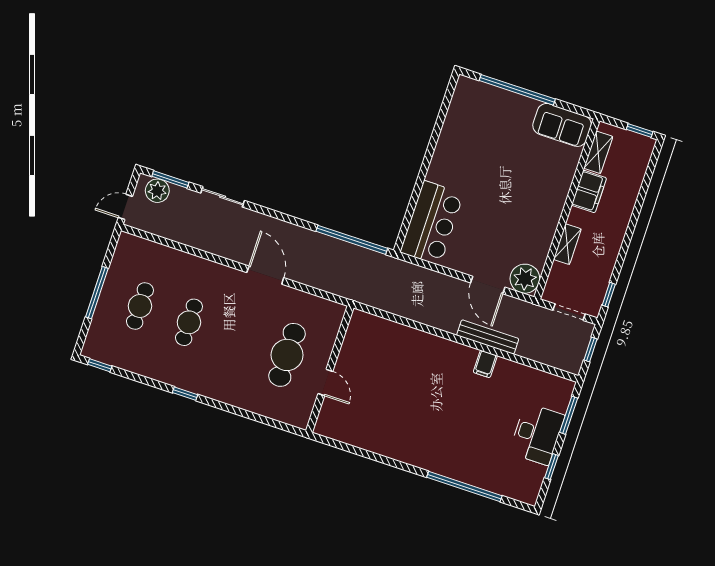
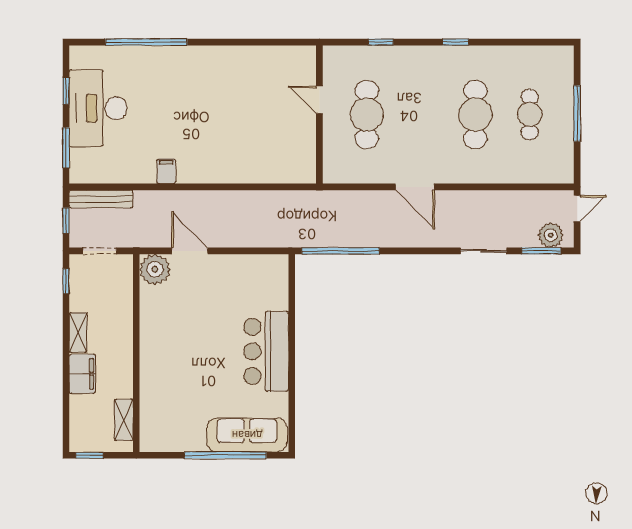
sofa: (562, 125) -> (247, 435), moved, width x1.36
filing cabinet: (589, 191) -> (82, 374), moved, turned 180
bar counter: (432, 223) -> (266, 351), moved
shelving: (567, 244) -> (78, 332), moved
cafe table: (189, 322) -> (475, 115), width x1.37, depth x1.35
bench: (488, 337) -> (101, 199), moved
window: (100, 365) -> (381, 42), moved
desk: (537, 434) -> (98, 108), width x1.36, depth x1.30

